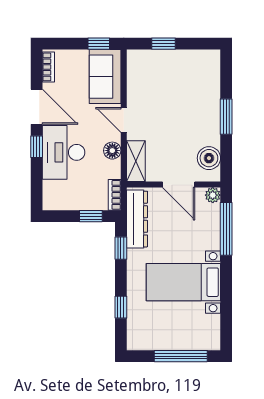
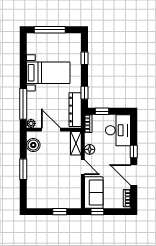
desk: (63, 152) -> (118, 130), moved

